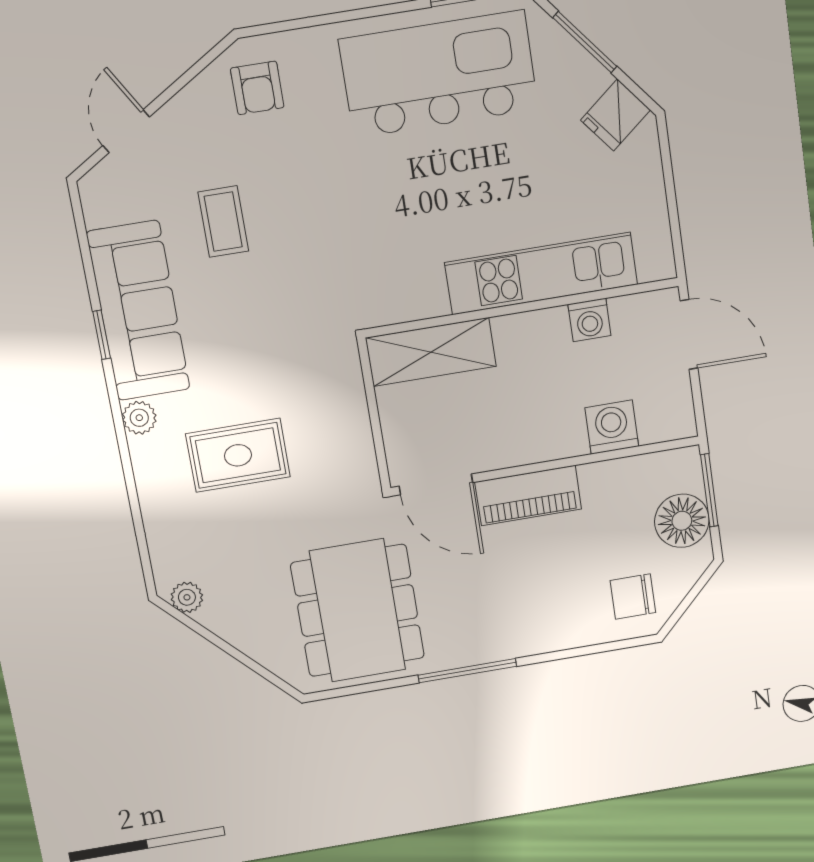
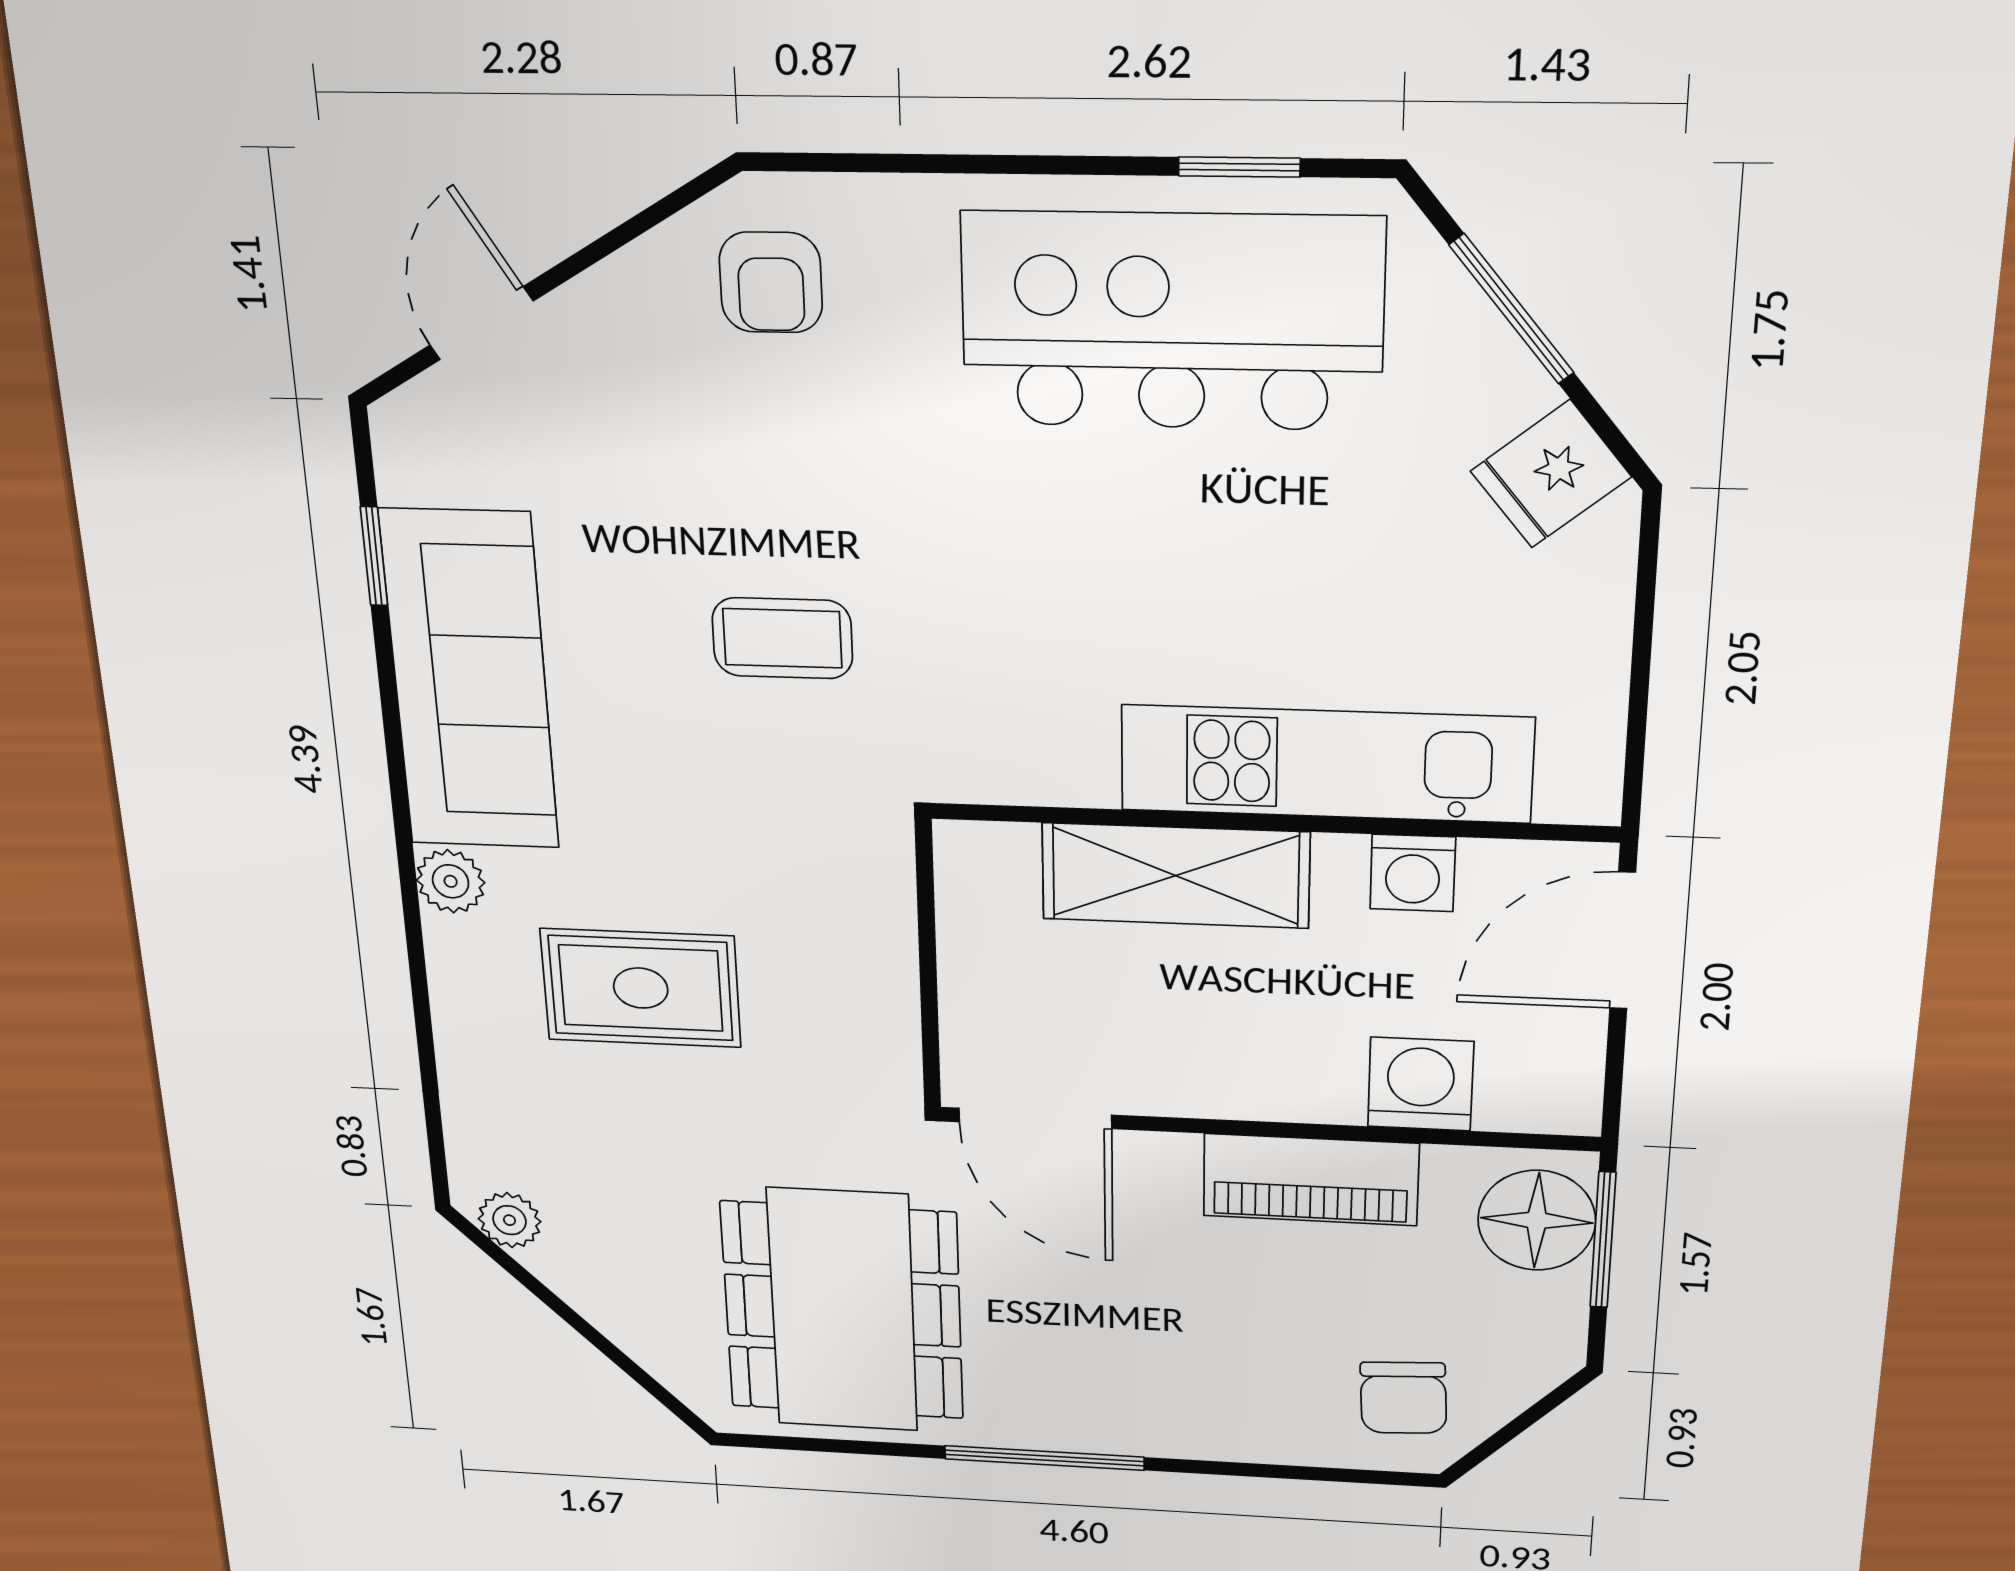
coffee table: (223, 222) -> (782, 638), moved, turned 90
door: (689, 334) -> (1623, 941), swing flipped
window: (102, 335) -> (374, 556), moved
shelving: (431, 352) -> (1176, 876), moved
piano: (528, 495) -> (1311, 1180), moved
floor lamp: (682, 521) -> (1537, 1220), moved
chair: (633, 596) -> (1403, 1398), turned -93

